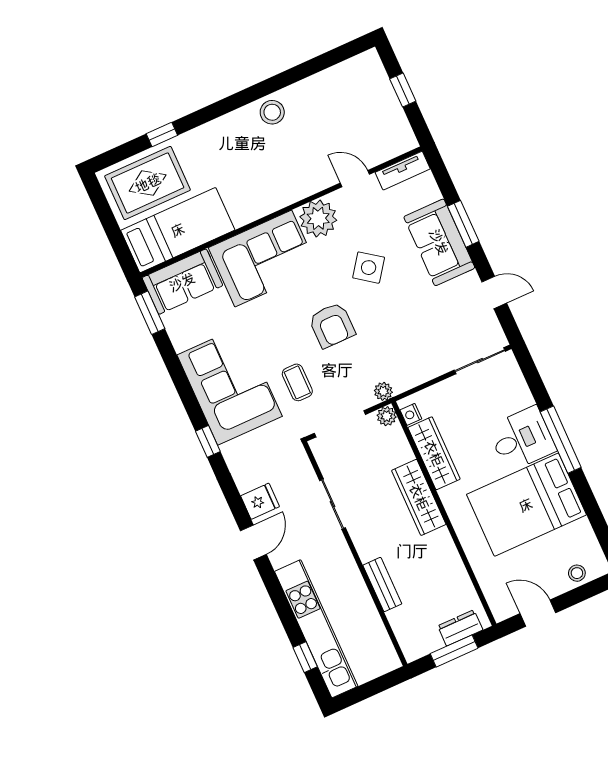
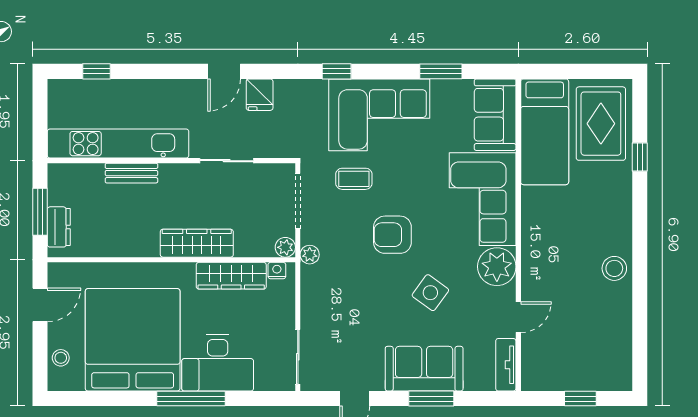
window: (150, 313) -> (441, 71), moved
desk: (522, 439) -> (218, 363), width x1.37
bed: (526, 505) -> (133, 340), width x1.36
door: (253, 542) -> (224, 71), hinge flipped
kitchen unit: (316, 629) -> (118, 144), moved, turned 180

